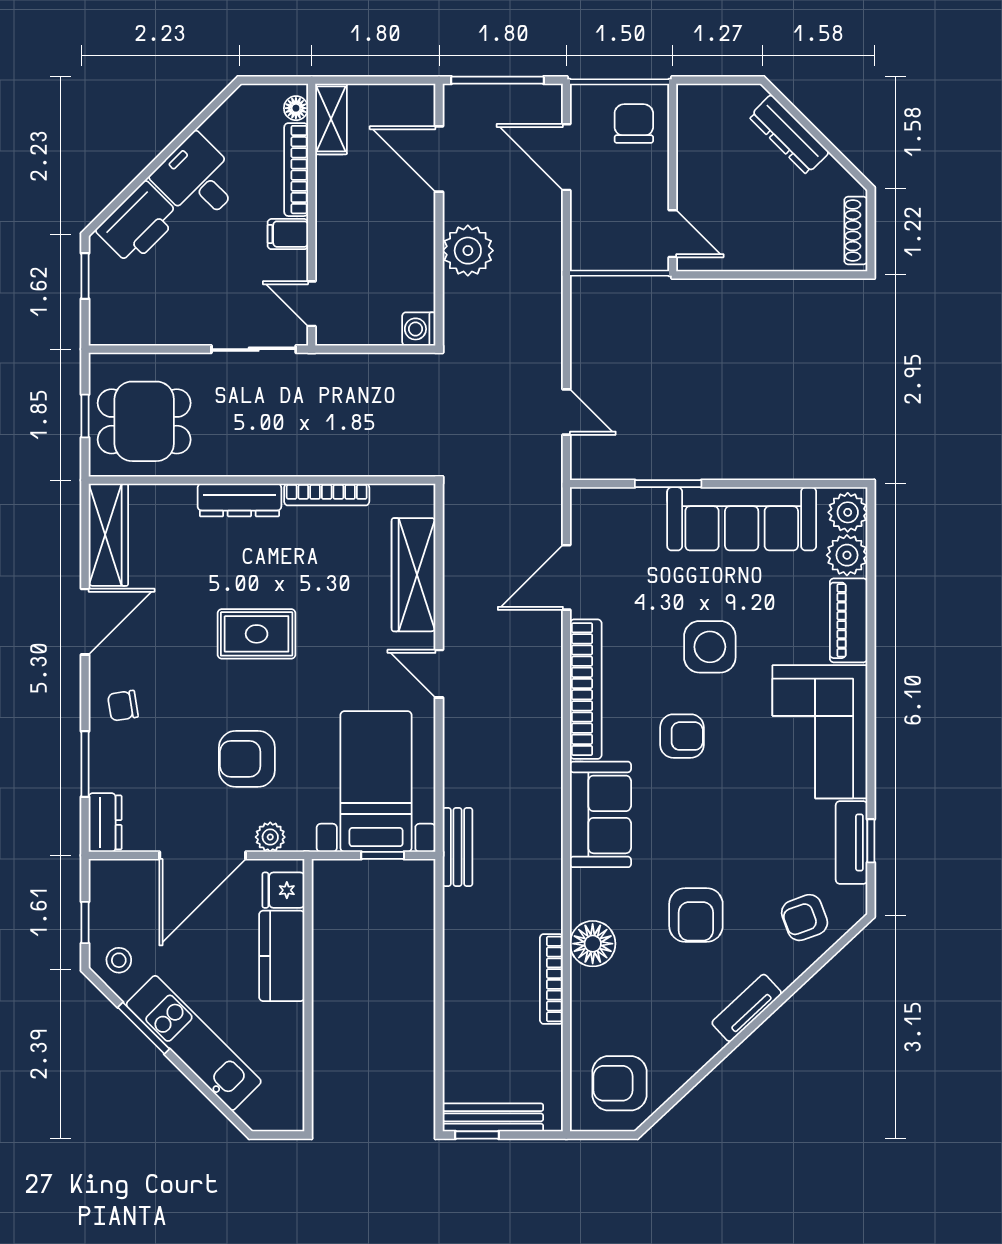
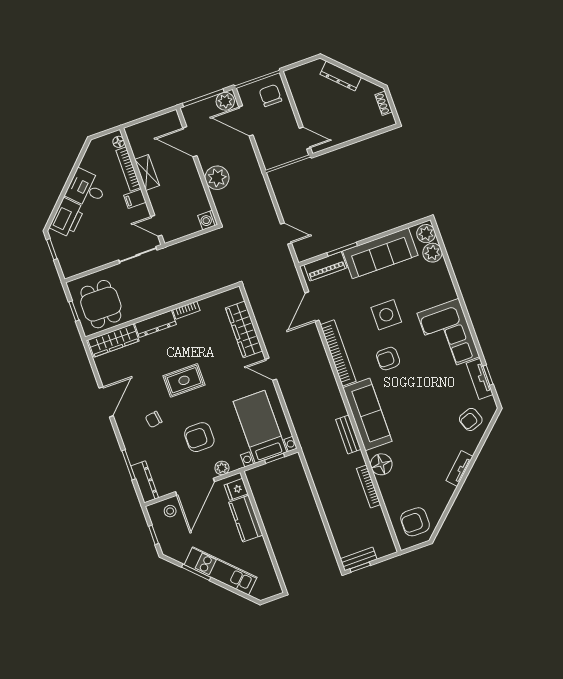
plant: (539, 103) -> (225, 101), added
shelving: (331, 119) -> (147, 172), moved
shoe rack: (856, 231) -> (384, 103), width x0.70
dining table: (144, 421) -> (101, 304), turned 90
bookcase: (327, 495) -> (186, 310), width x0.64
wardrobe: (108, 535) -> (114, 340), moved, turned 90
piano: (849, 620) -> (325, 266), moved, turned -90
chair: (123, 706) -> (154, 419), moved
armchair: (682, 736) -> (388, 359), turned 180
sofa: (600, 814) -> (367, 414), width x1.36
dresser: (105, 822) -> (145, 482), width x1.44
bench: (457, 847) -> (348, 434), moved
armchair: (696, 915) -> (422, 435), removed
stool: (119, 960) -> (170, 511), moved
bench: (493, 1117) -> (359, 559), width x0.73

